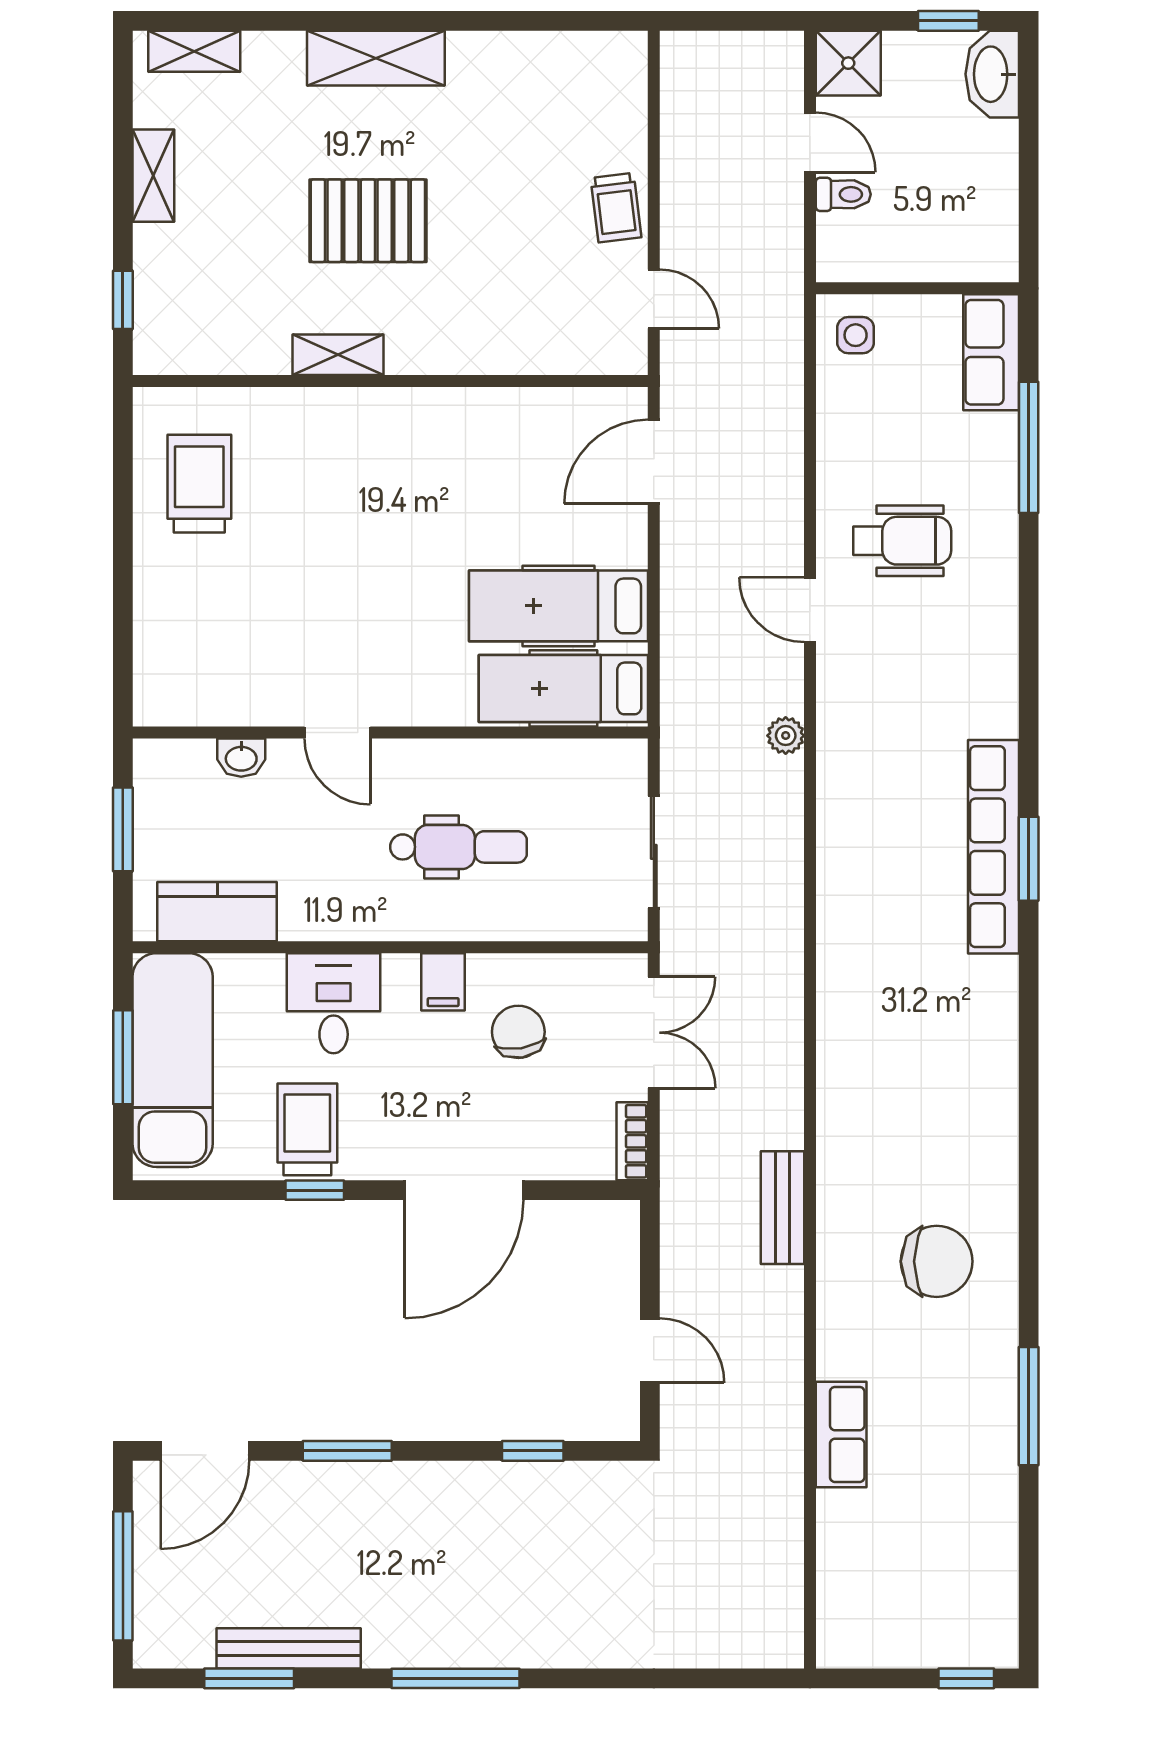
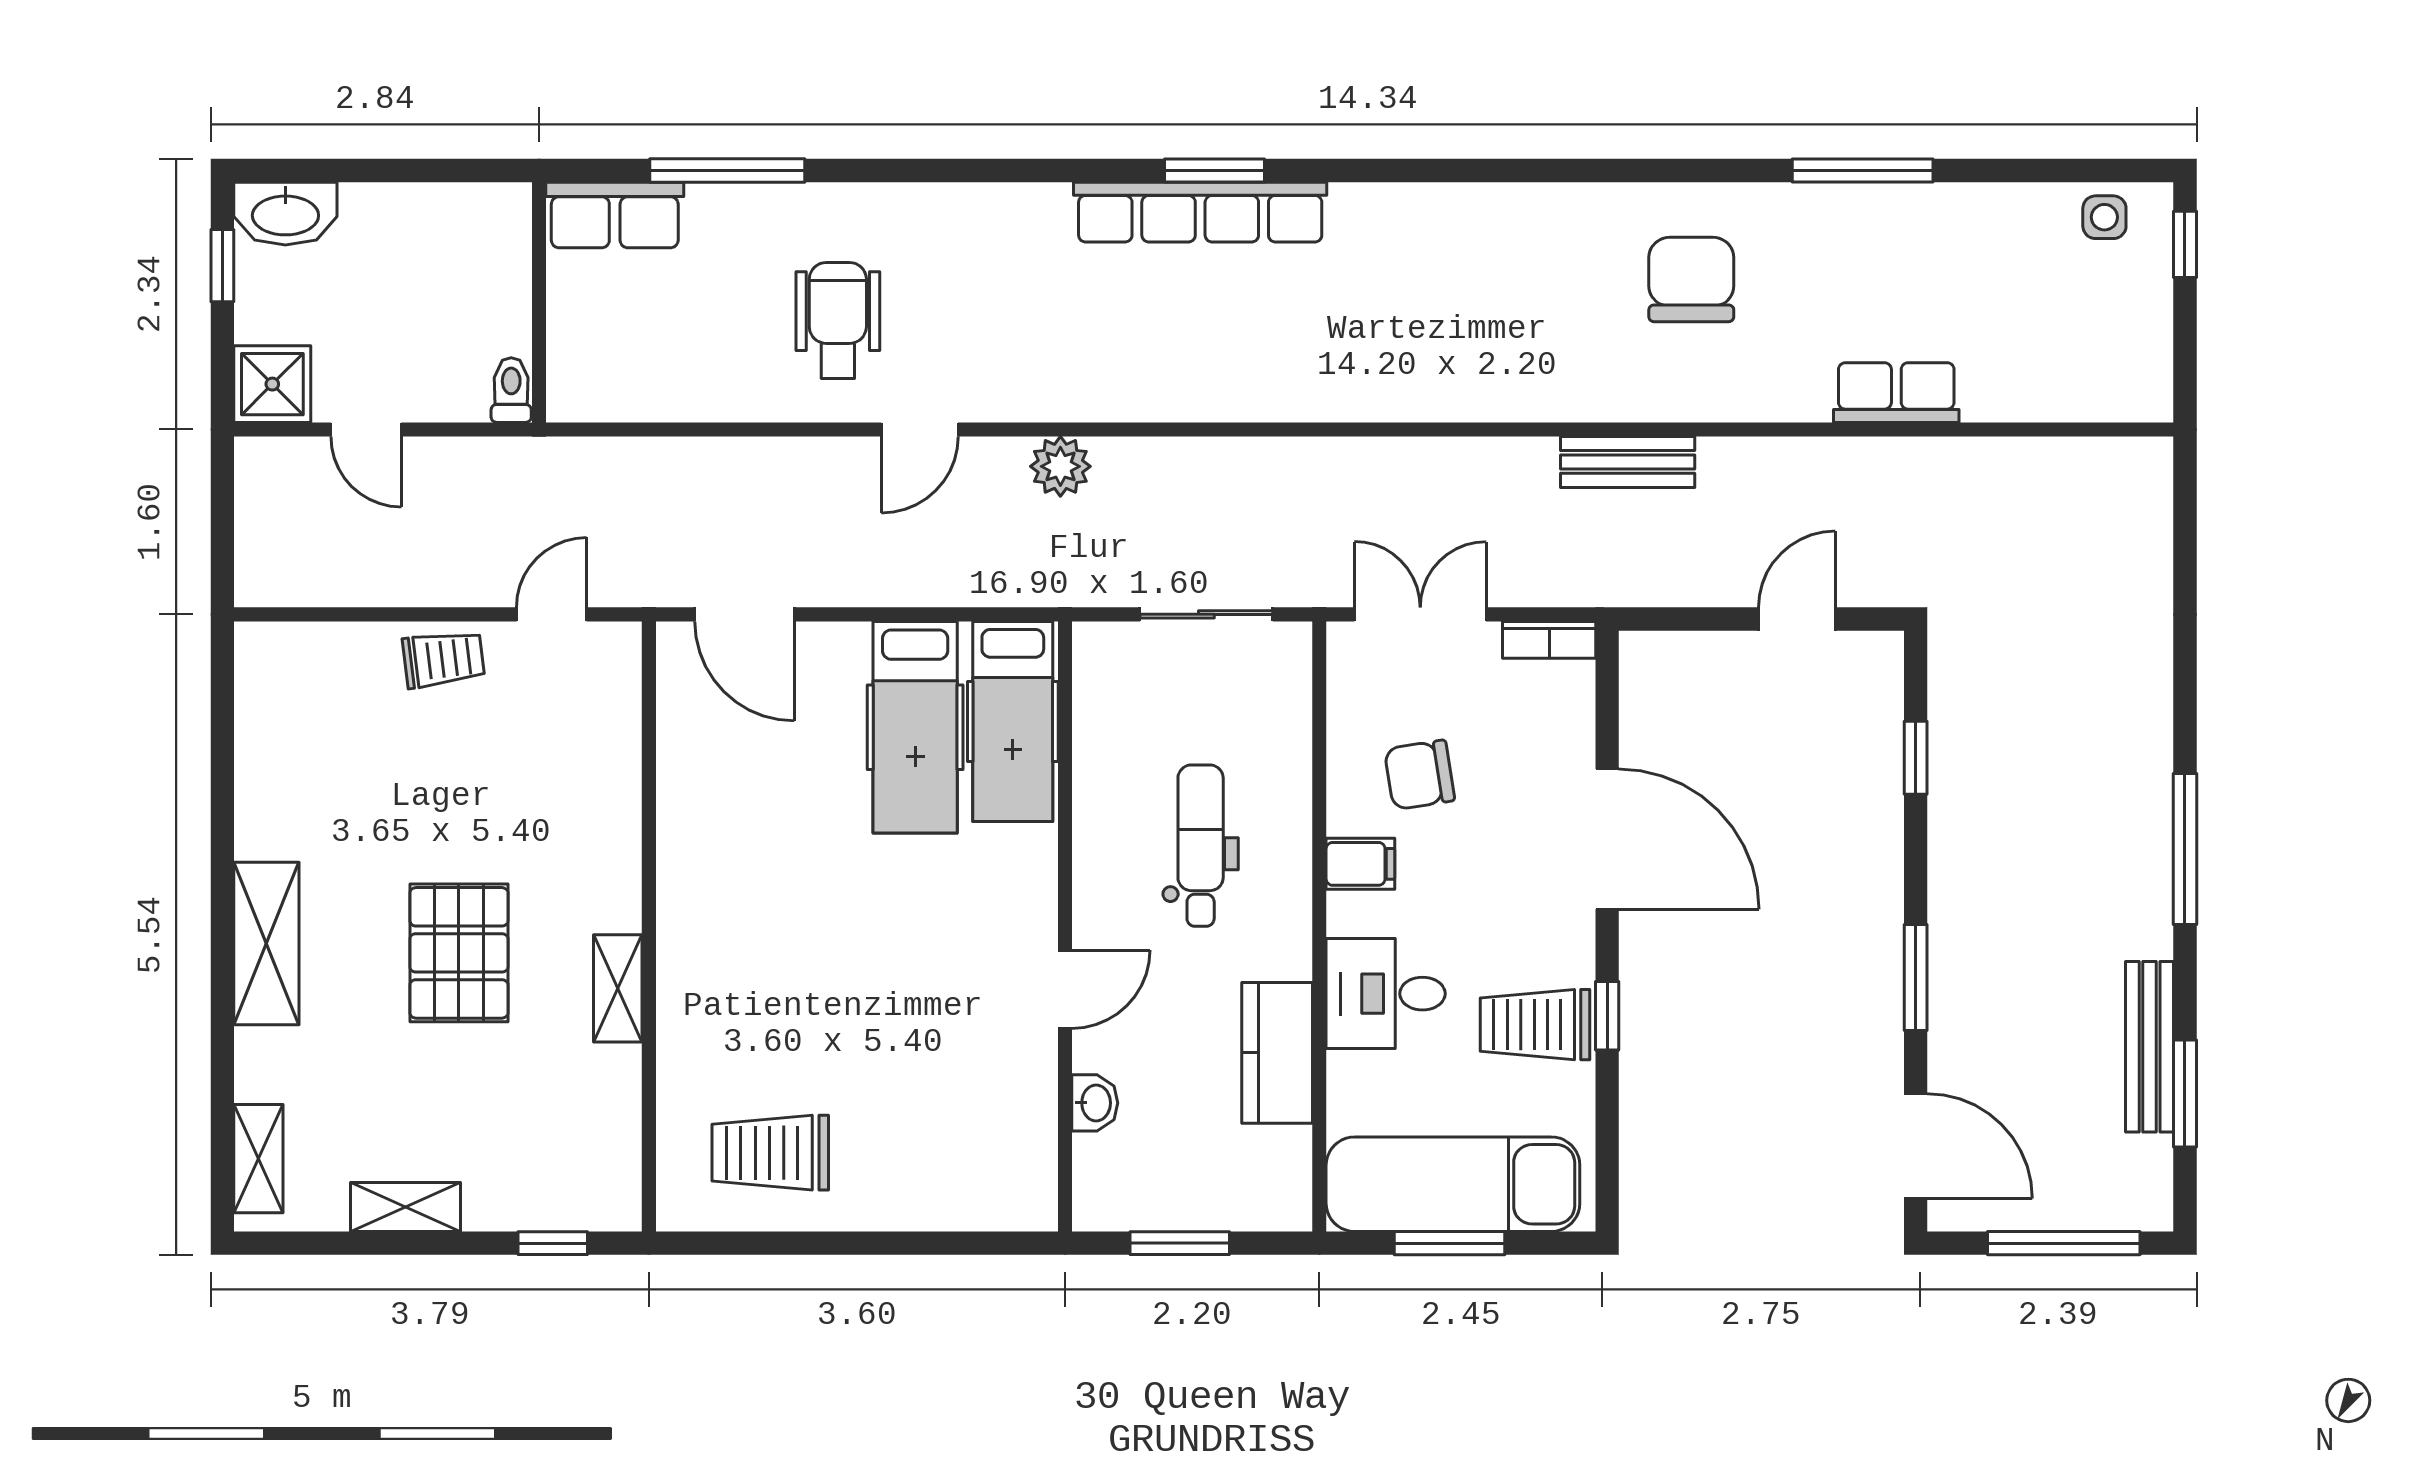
door: (810, 142) -> (366, 429), swing flipped
toilet: (843, 194) -> (511, 390), moved
side table: (856, 335) -> (2104, 217), moved
plant: (786, 736) -> (1060, 466), width x1.38, depth x1.38
kitchen counter: (217, 912) -> (1277, 1053), moved

